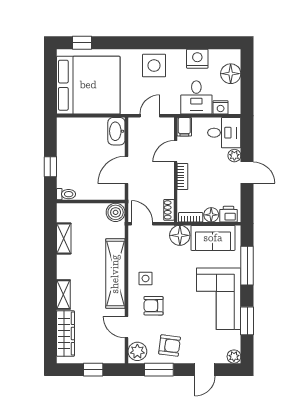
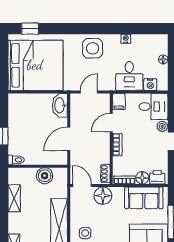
nightstand: (197, 59) -> (126, 39), width x0.53, depth x0.56
floor lamp: (231, 74) -> (163, 59), width x0.53, depth x0.53
boiler: (116, 212) -> (45, 176), moved
floor lamp: (180, 235) -> (103, 196), moved

